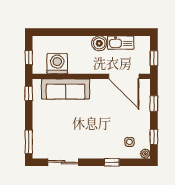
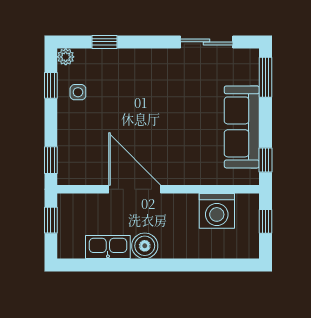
door: (124, 76) -> (135, 189), moved
sofa: (66, 89) -> (242, 127), moved, turned -90
window: (154, 103) -> (51, 160), moved
side table: (129, 142) -> (78, 92), moved
window: (112, 162) -> (104, 42), moved

